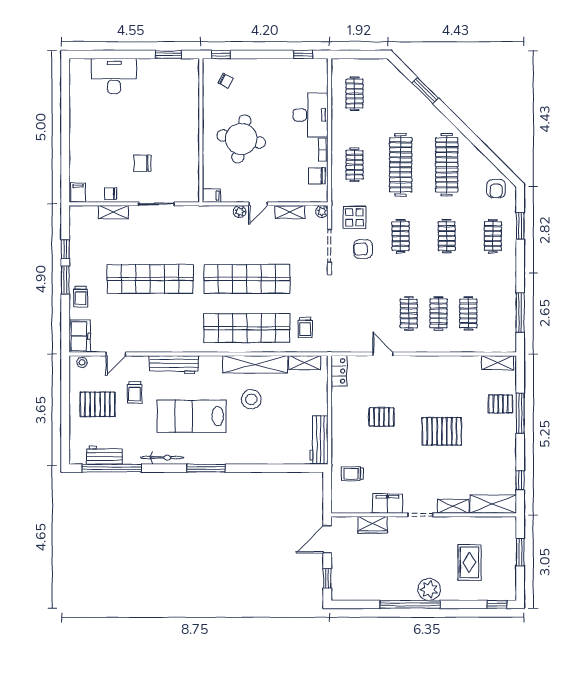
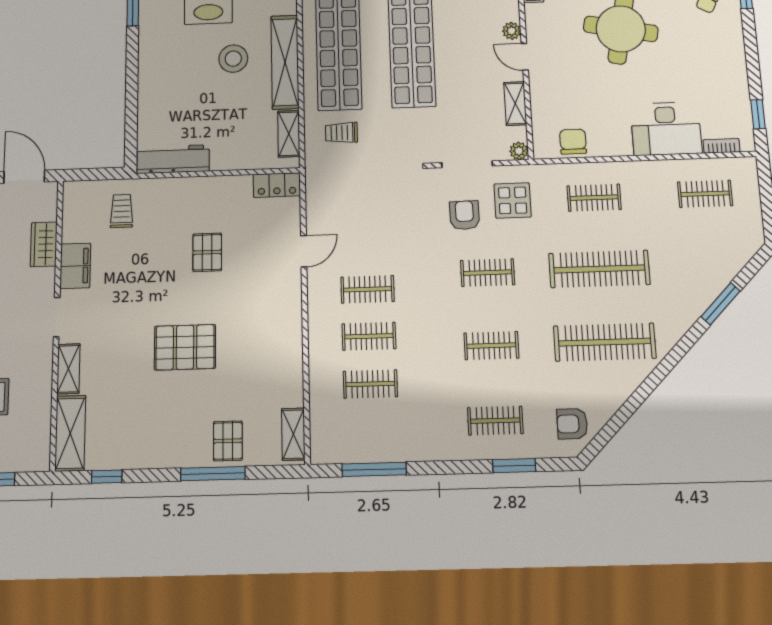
bookcase: (323, 150) -> (722, 146), moved
pallet: (442, 431) -> (185, 347), turned 90

